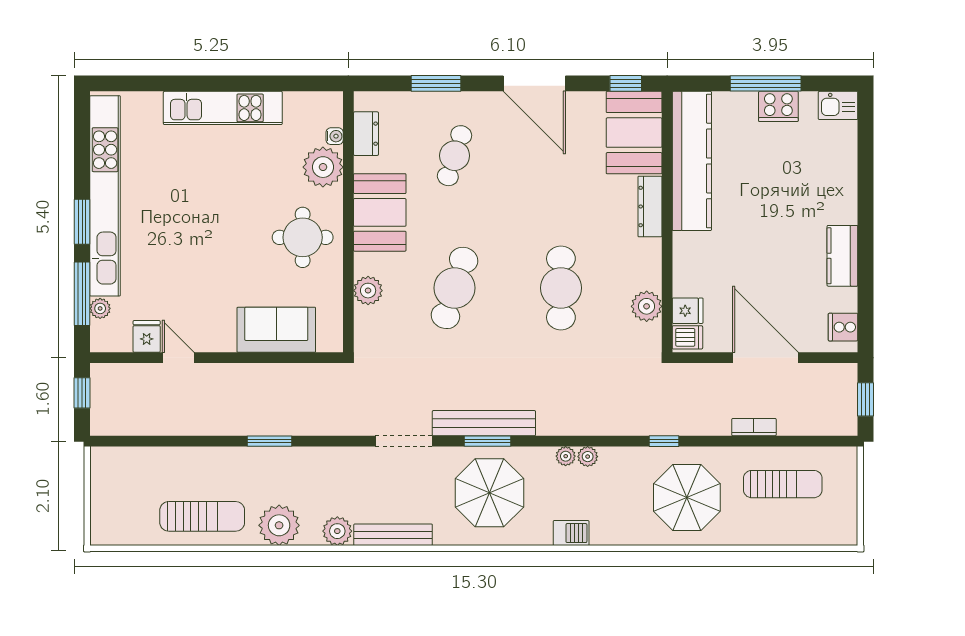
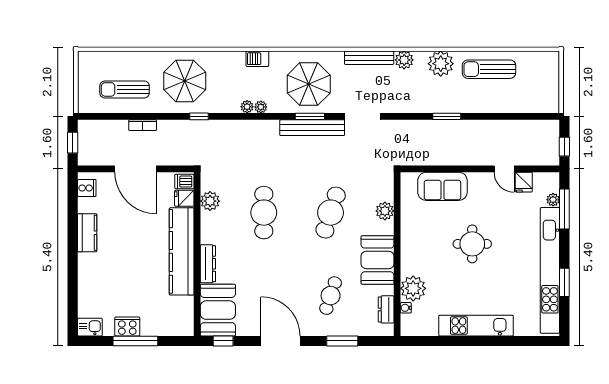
kitchen counter: (692, 161) -> (182, 251), moved
window: (82, 222) -> (564, 282), moved
round table: (303, 237) -> (472, 244), moved

